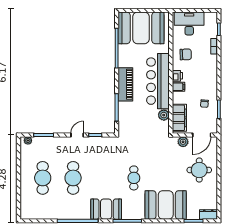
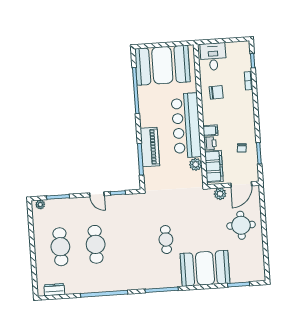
desk: (189, 23) -> (213, 57), width x0.73
printer: (177, 76) -> (210, 143), moved
piano: (125, 84) -> (150, 147), moved
door: (77, 135) -> (97, 194), swing flipped
booth: (106, 209) -> (136, 278), removed
dresser: (208, 214) -> (54, 290), moved

